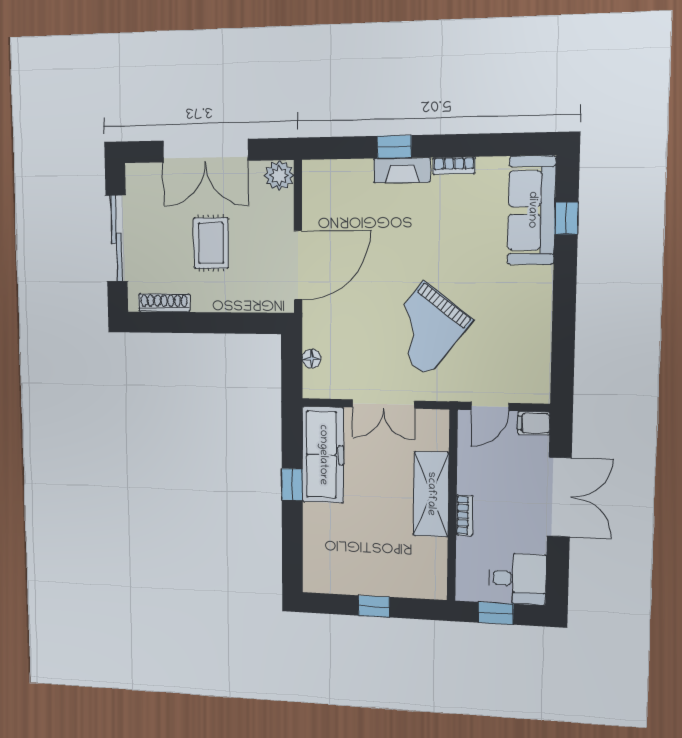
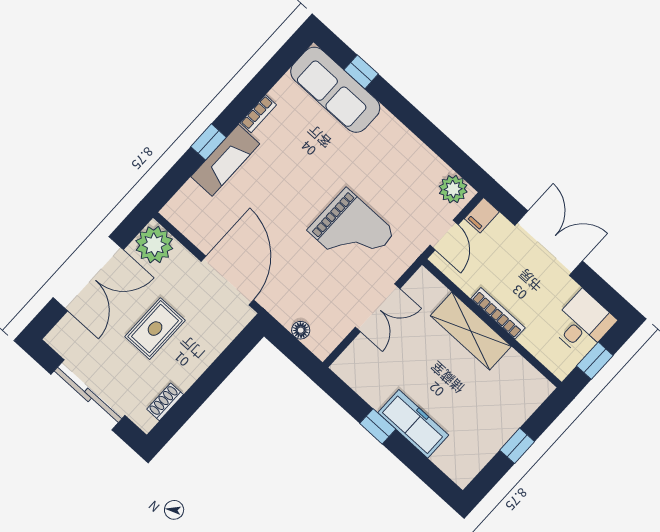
fireplace: (402, 170) -> (225, 160), width x1.37, depth x1.32
plant: (279, 176) -> (154, 245), width x1.36, depth x1.36
rug: (211, 243) -> (155, 329), turned 90
shoe rack: (164, 303) -> (165, 402), width x0.70
grand piano: (426, 329) -> (351, 231), turned -38
plant: (535, 381) -> (453, 189), added
freezer: (323, 455) -> (413, 424), moved, width x0.73, depth x0.79
bookcase: (465, 515) -> (498, 313), width x1.56

